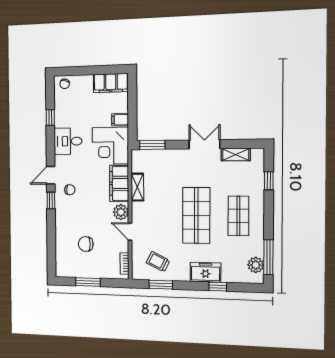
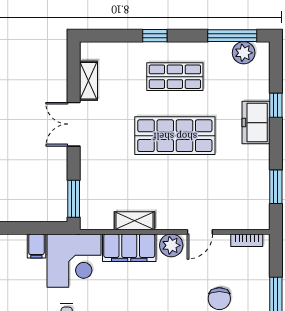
window: (269, 181) -> (155, 36), moved
trolley: (158, 262) -> (243, 191), removed

